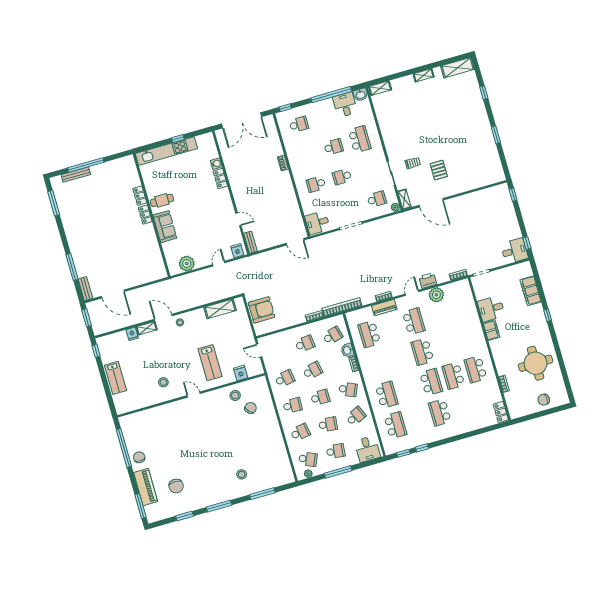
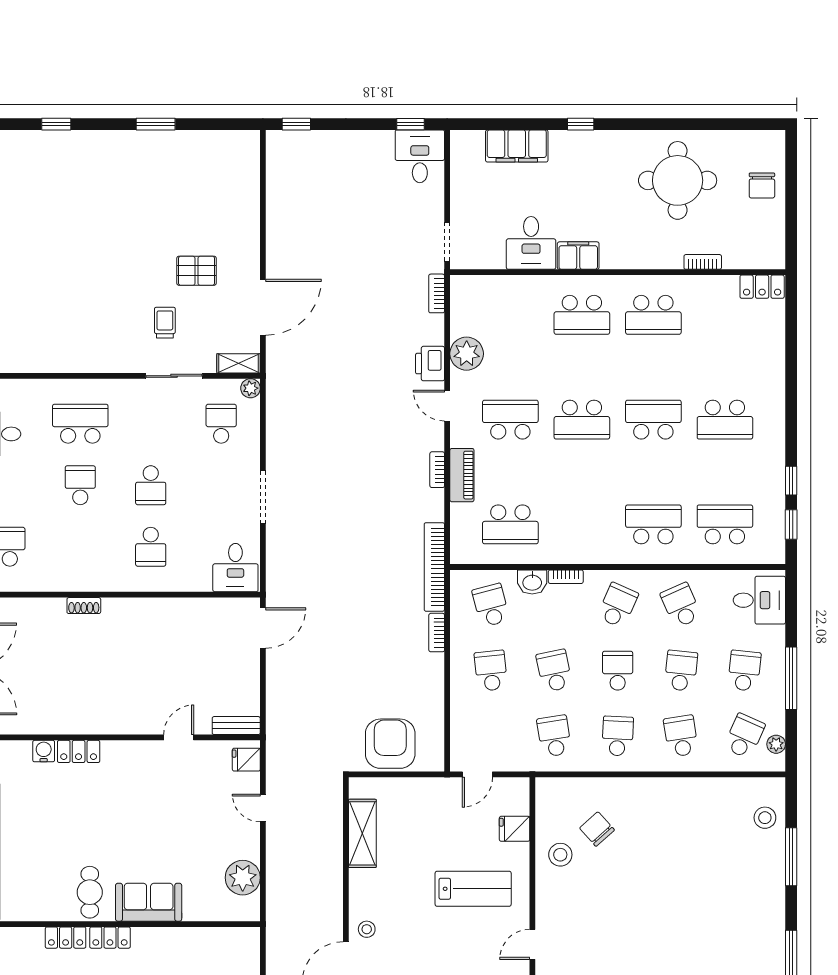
school desk: (453, 376) -> (582, 315), moved
stool: (242, 474) -> (765, 818), moved

